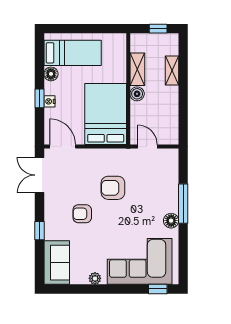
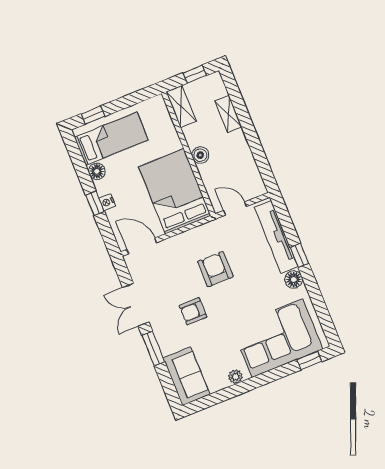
window: (66, 29) -> (93, 115), added
shelving: (137, 69) -> (181, 106), moved
double door: (39, 175) -> (136, 305), moved
tv unit: (171, 182) -> (276, 237), added
armchair: (113, 188) -> (215, 269), turned 90
window: (183, 204) -> (299, 255), width x0.46
window: (39, 231) -> (153, 349), width x1.50

